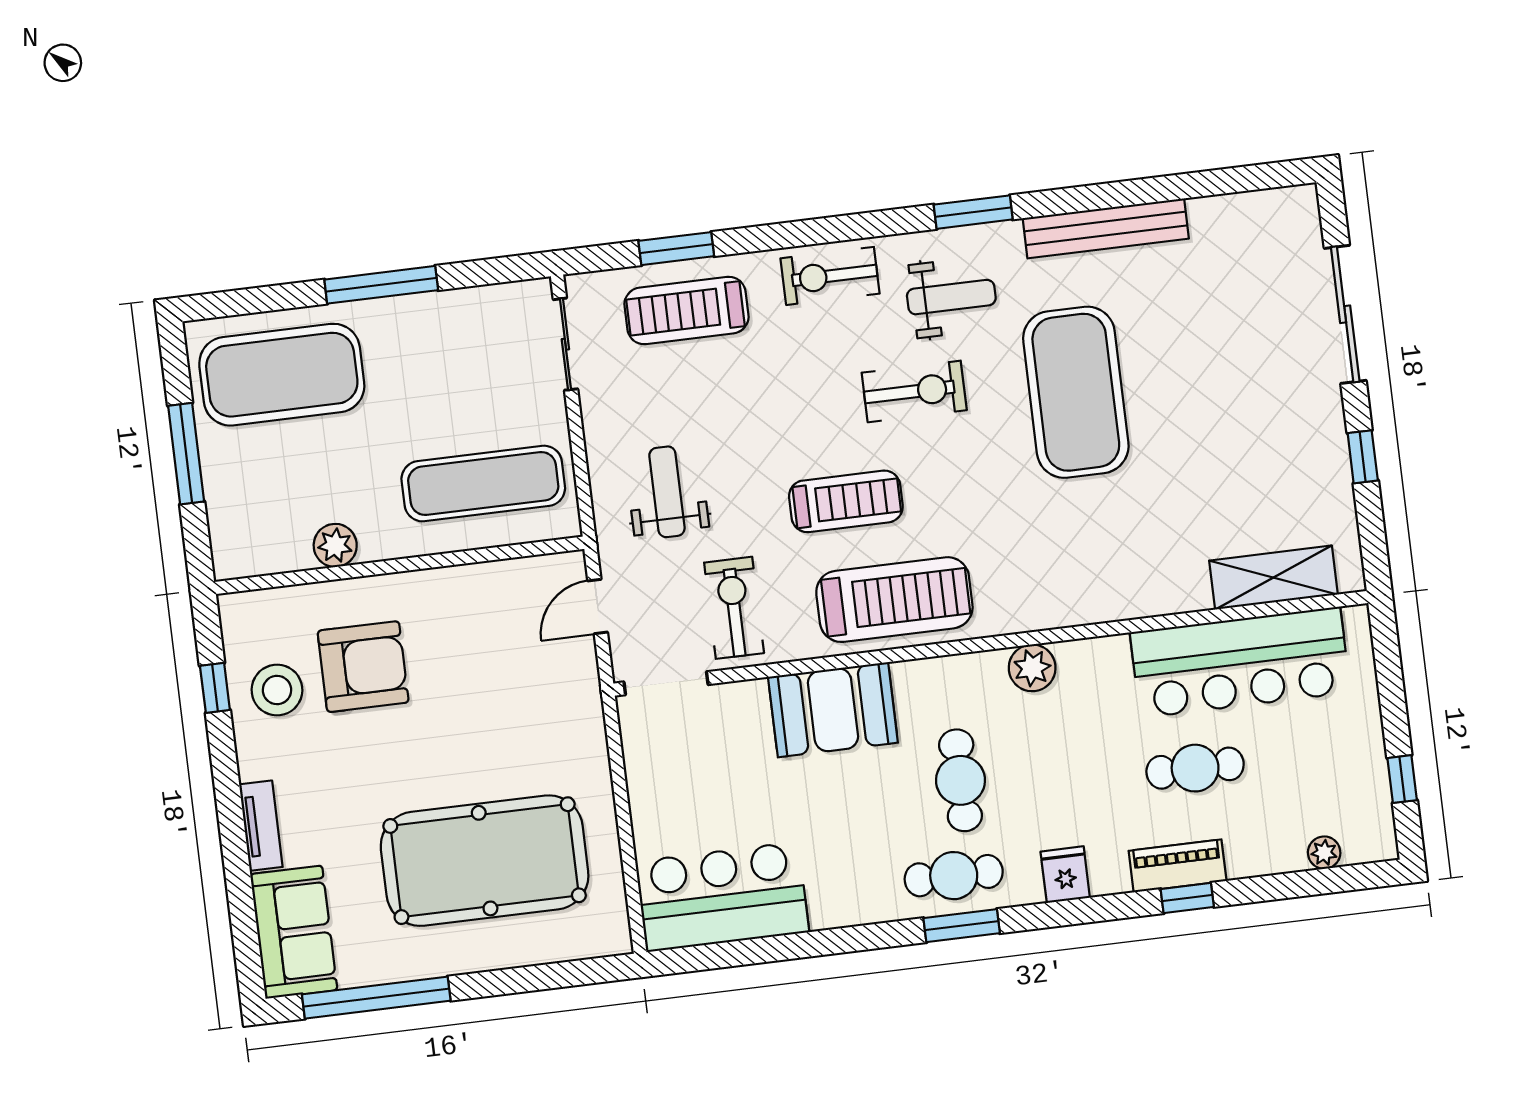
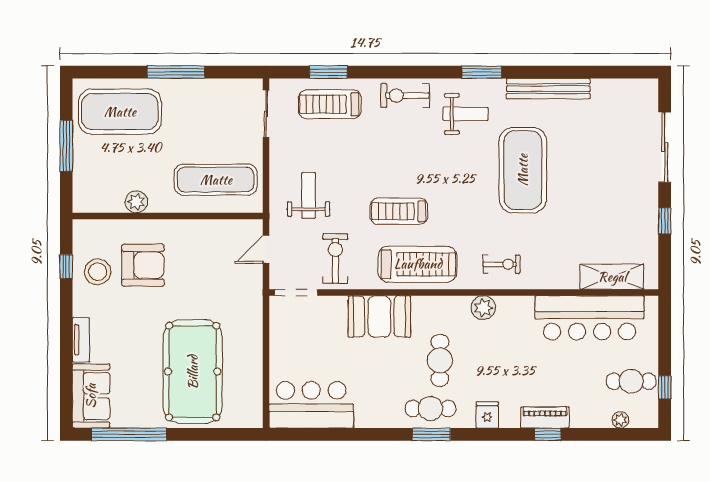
exercise bike: (914, 391) -> (501, 264), moved, width x0.73, depth x0.72
treadmill: (846, 501) -> (399, 211), turned 180
cafe table: (1195, 768) -> (631, 381), moved
pool table: (485, 861) -> (193, 372), turned 90

